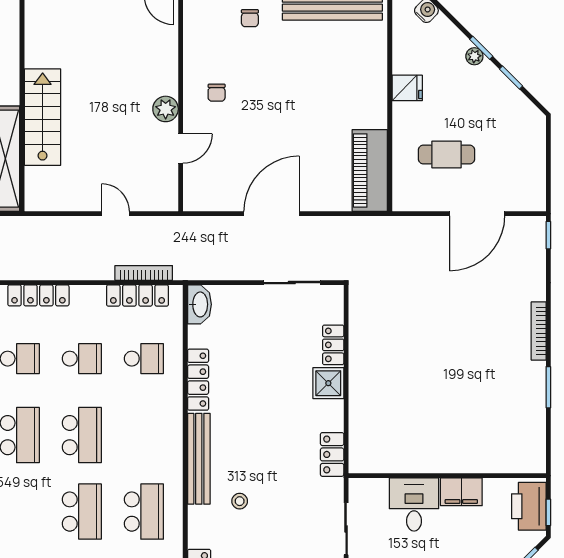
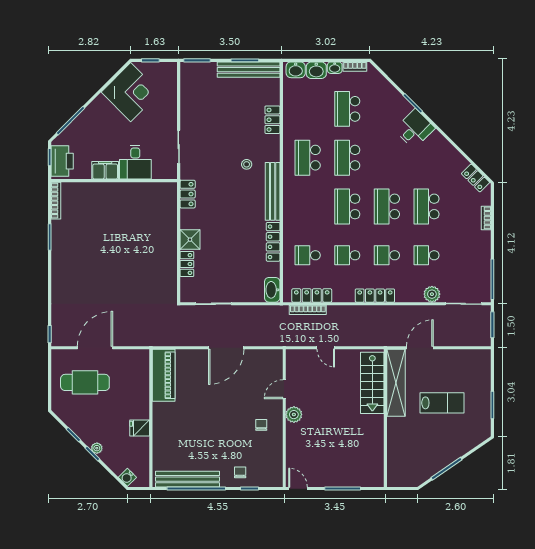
stairs: (43, 117) -> (372, 383), moved
cafe table: (446, 155) -> (85, 382), moved, width x1.37, depth x1.35
bookcase: (539, 331) -> (56, 201), moved

